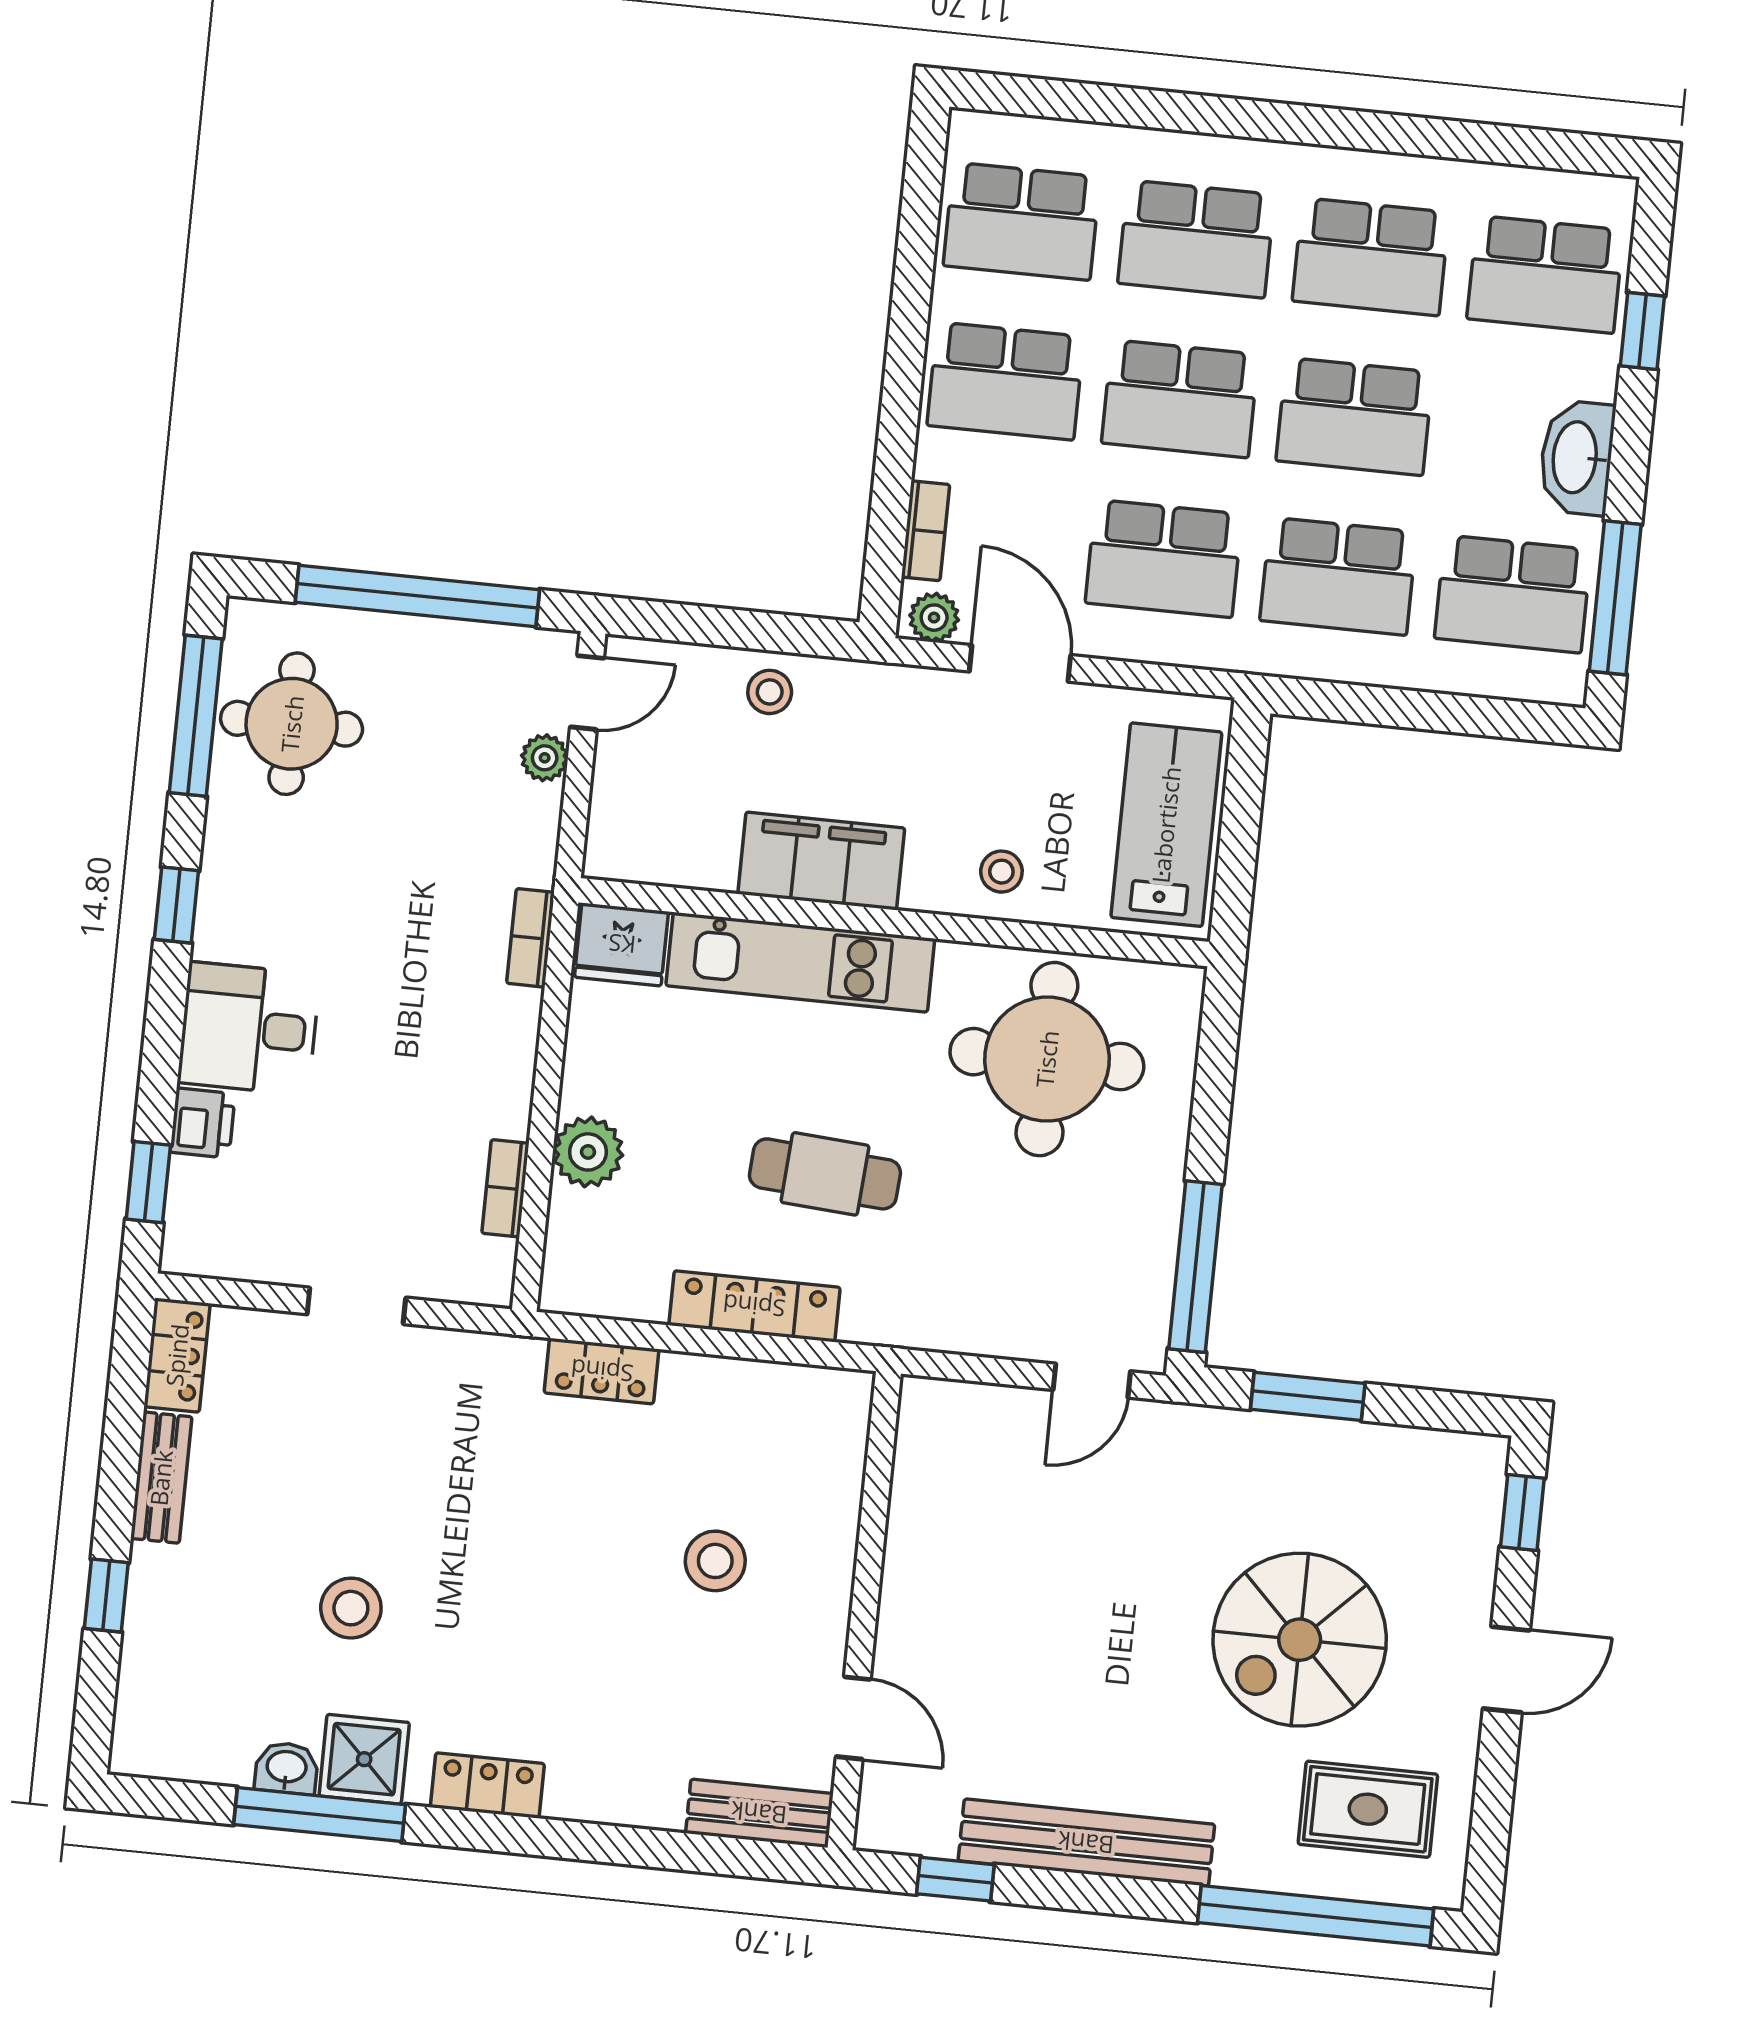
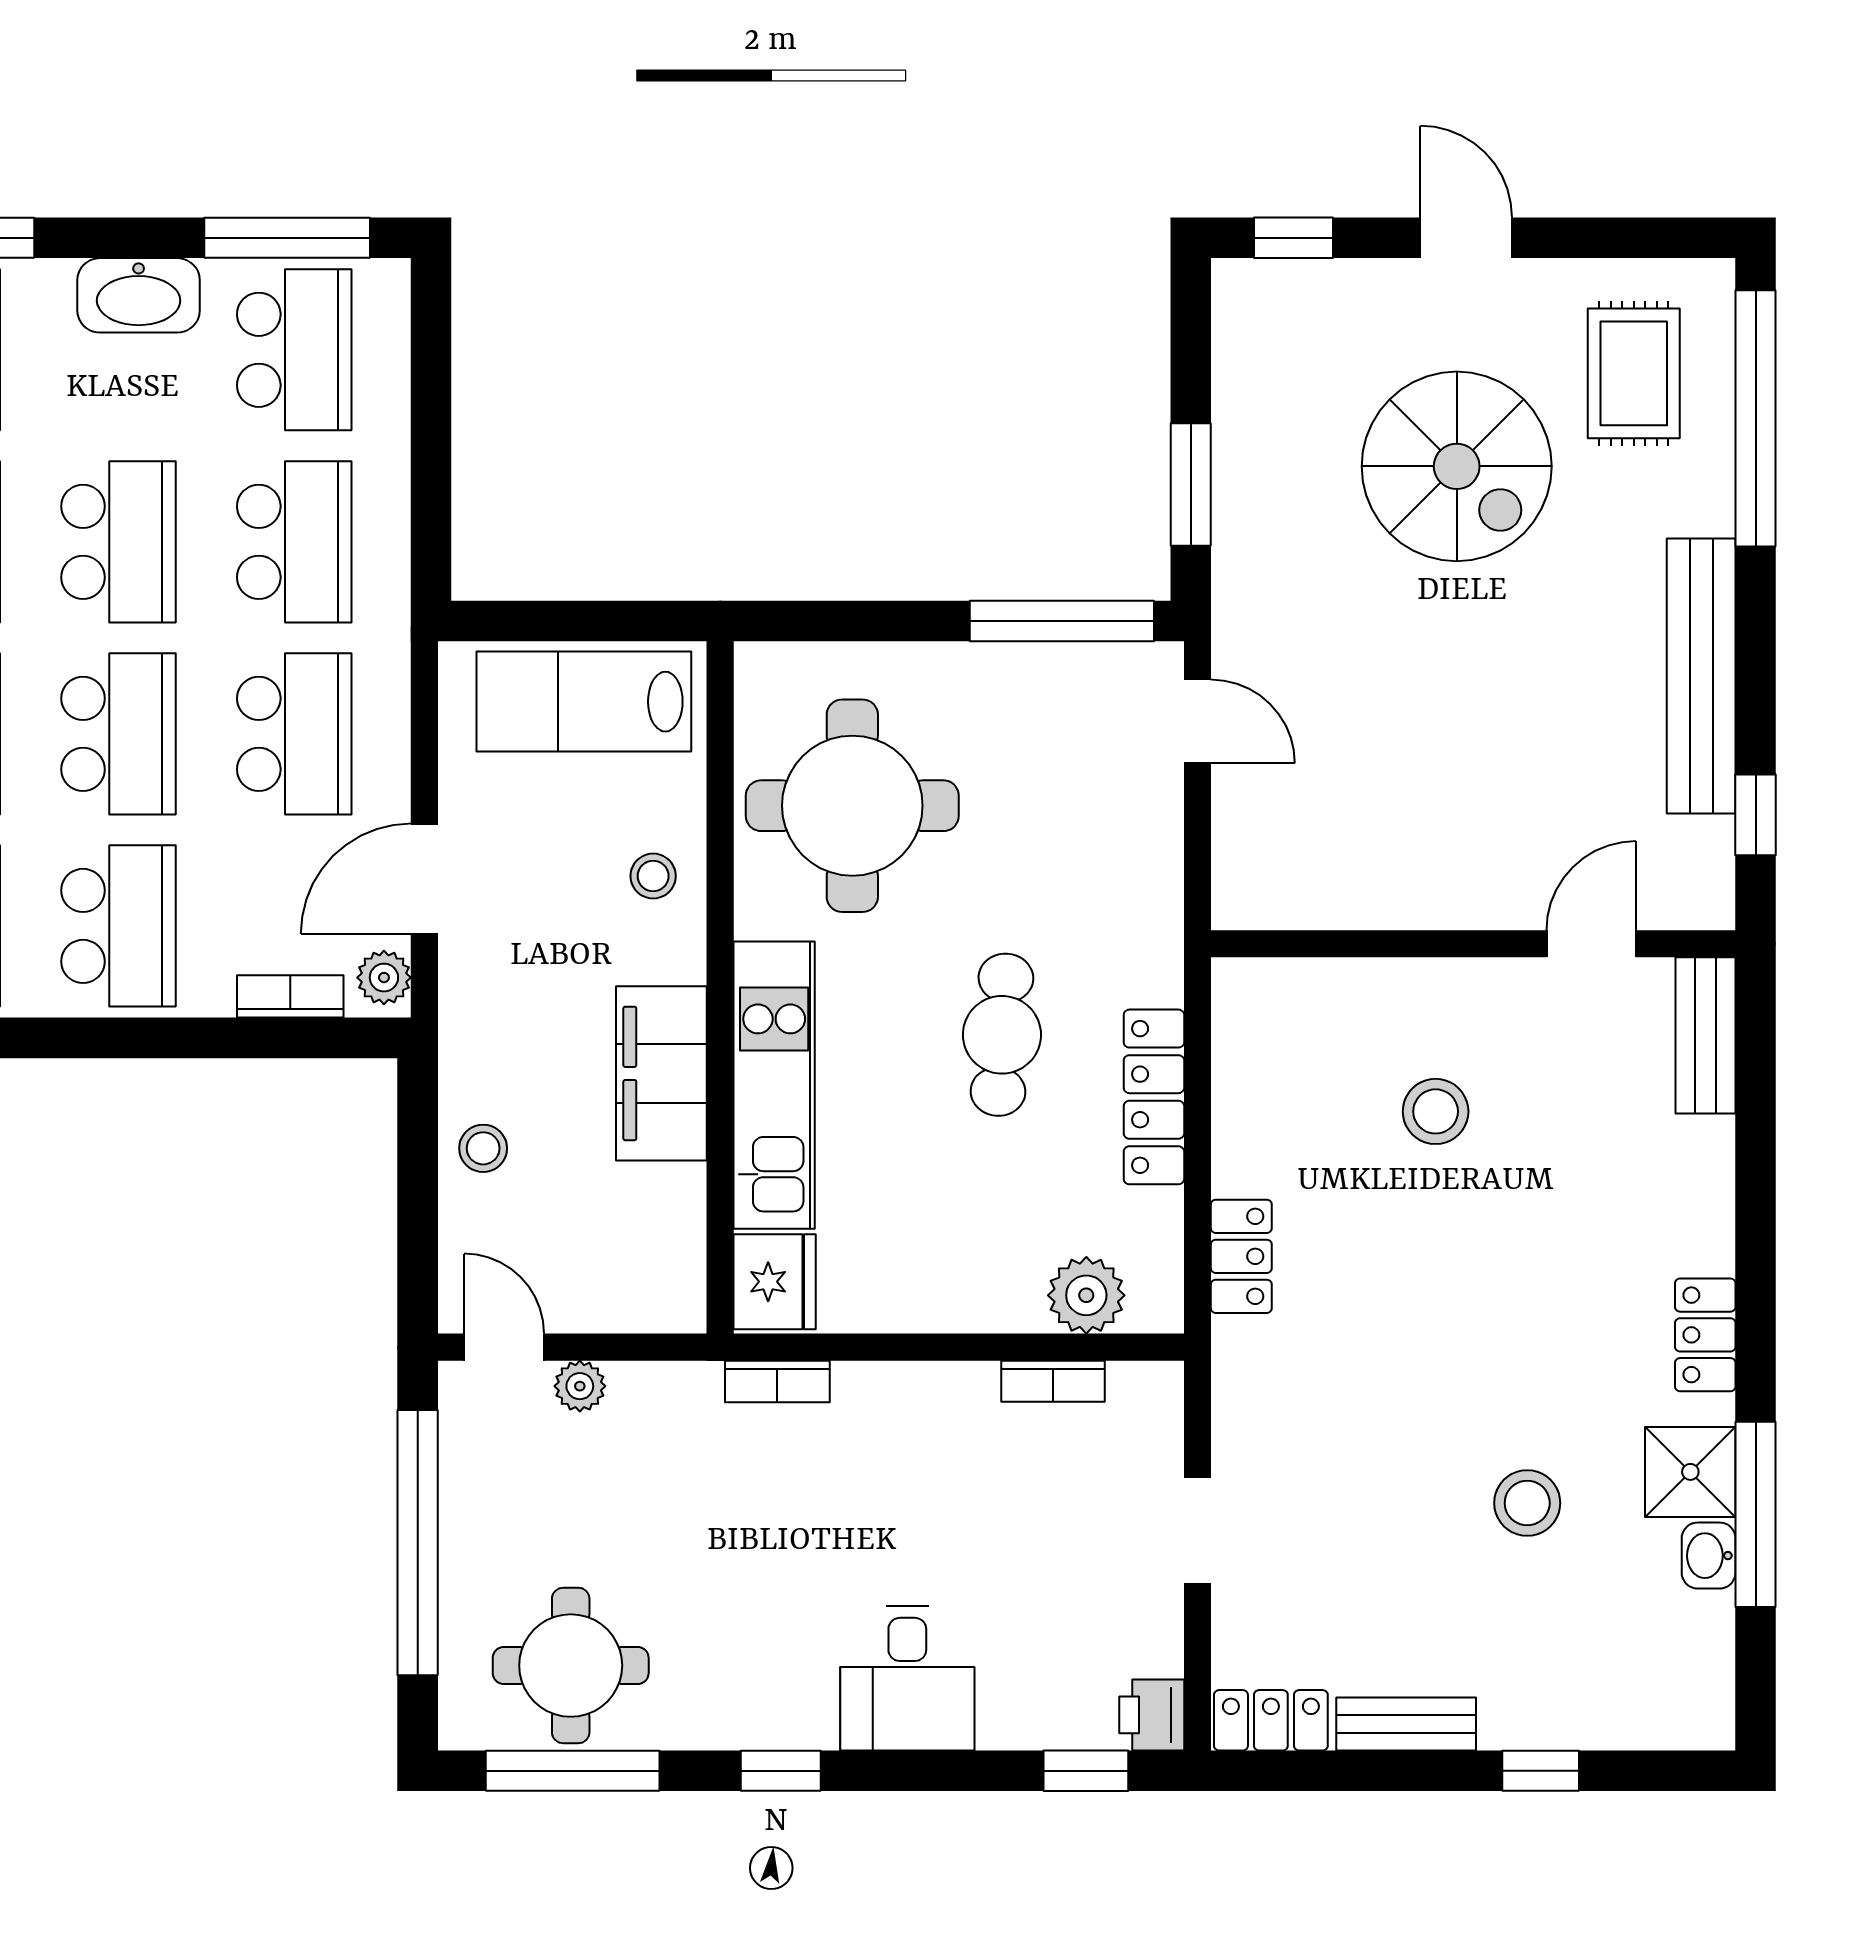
printer: (203, 1123) -> (1152, 1715), moved, turned -90
plant: (588, 1152) -> (1086, 1295), moved

